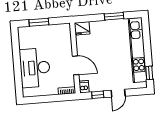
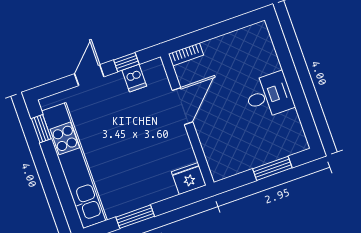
door: (76, 65) -> (182, 106), swing flipped
desk: (35, 68) -> (269, 95), width x0.53, depth x0.77
dishwasher: (84, 87) -> (134, 78), moved

